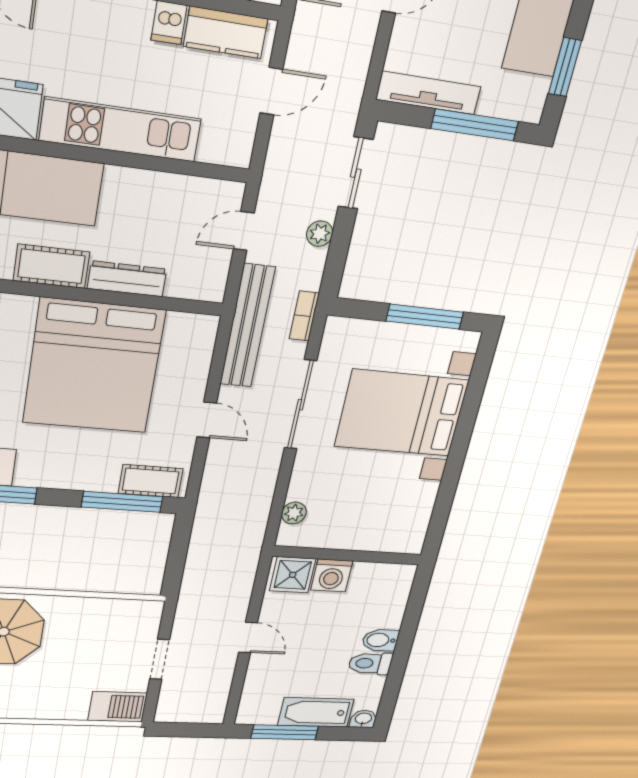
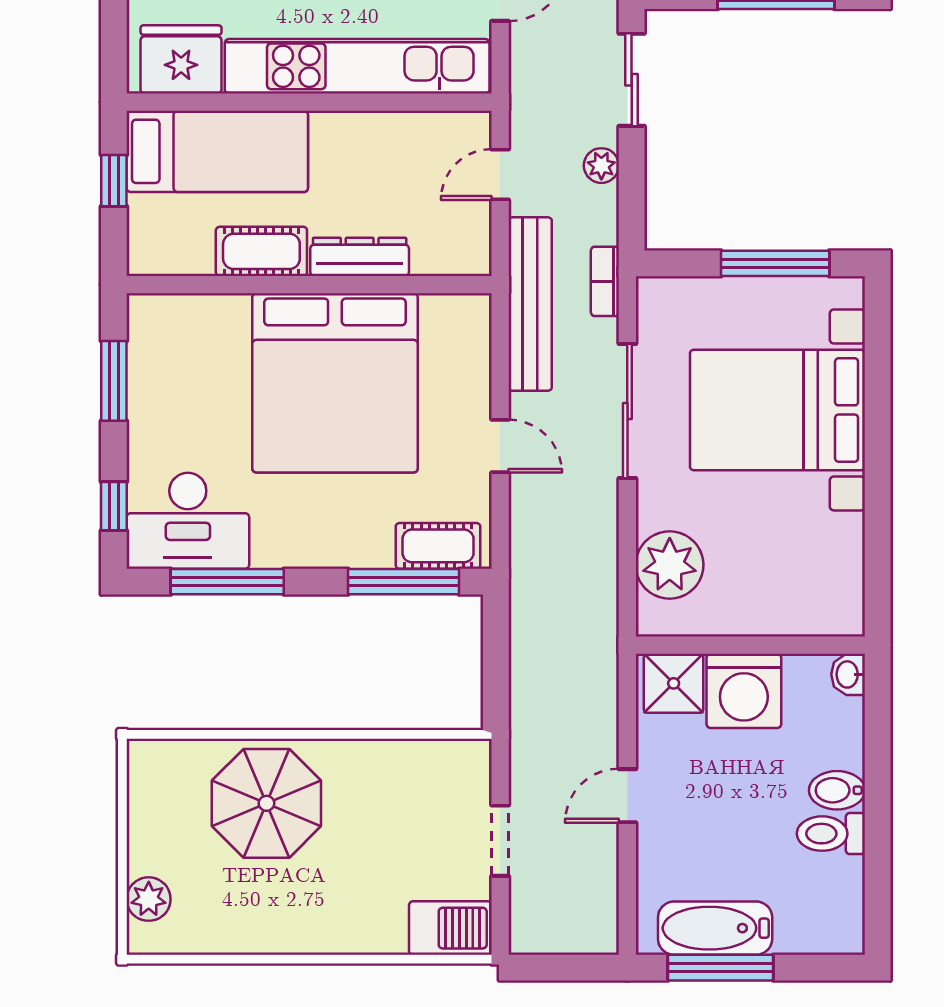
kitchen unit: (121, 130) -> (357, 66), width x1.36
plant: (294, 513) -> (670, 565), width x1.87, depth x1.87
washing machine: (332, 575) -> (744, 691), width x1.37, depth x1.37
door: (248, 637) -> (627, 796), swing flipped
bathtub: (316, 712) -> (715, 928), moved
washbasin: (363, 719) -> (848, 674), moved, turned -90

